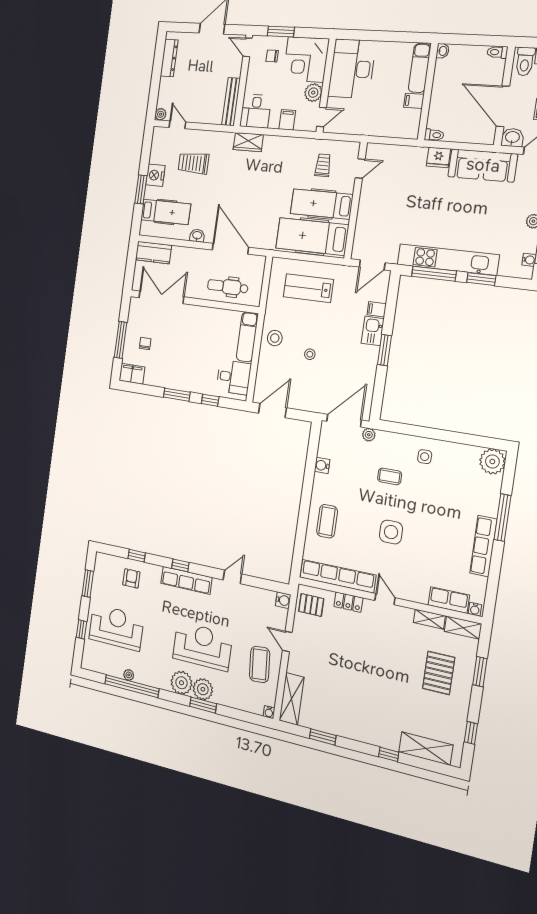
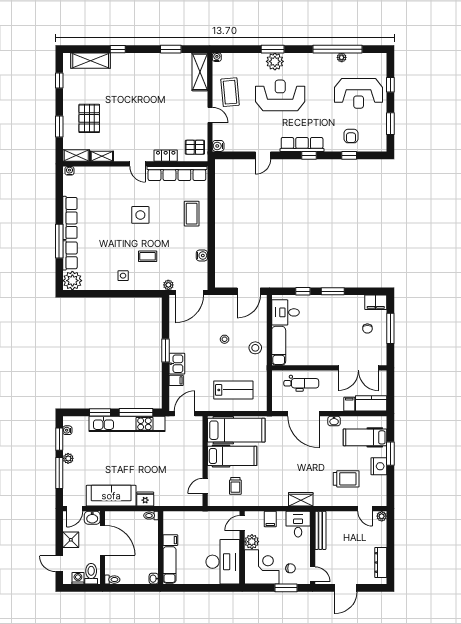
filing cabinet: (177, 254) -> (349, 404), added
row of seats: (449, 600) -> (70, 255), moved, turned -90
reception desk: (203, 646) -> (280, 95), turned 180
plant: (181, 683) -> (294, 62), removed

